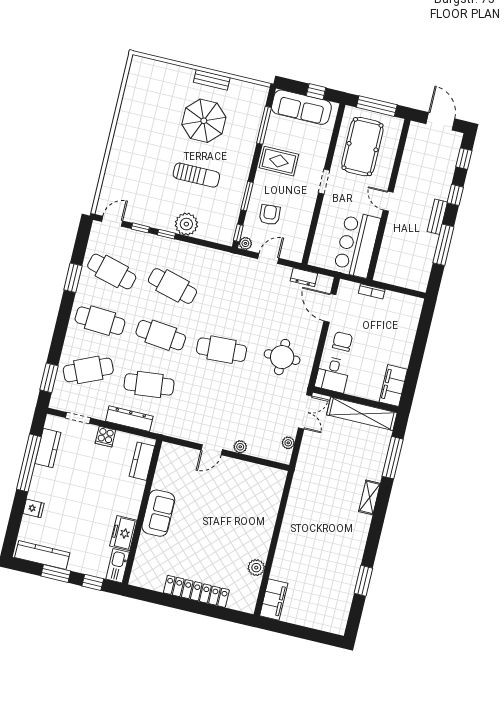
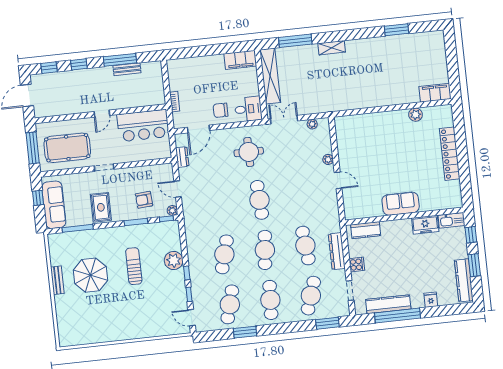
bench: (437, 217) -> (127, 69), moved
cafe table: (88, 370) -> (311, 296), turned 42
kitchen counter: (48, 448) -> (388, 304), width x1.50

